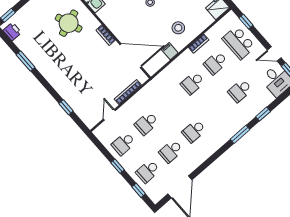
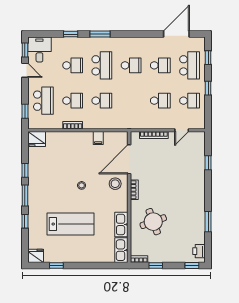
stool: (178, 28) -> (115, 184), moved
door: (131, 56) -> (129, 159), hinge flipped
school desk: (217, 111) -> (102, 65), added
school desk: (148, 171) -> (190, 65), width x1.85

